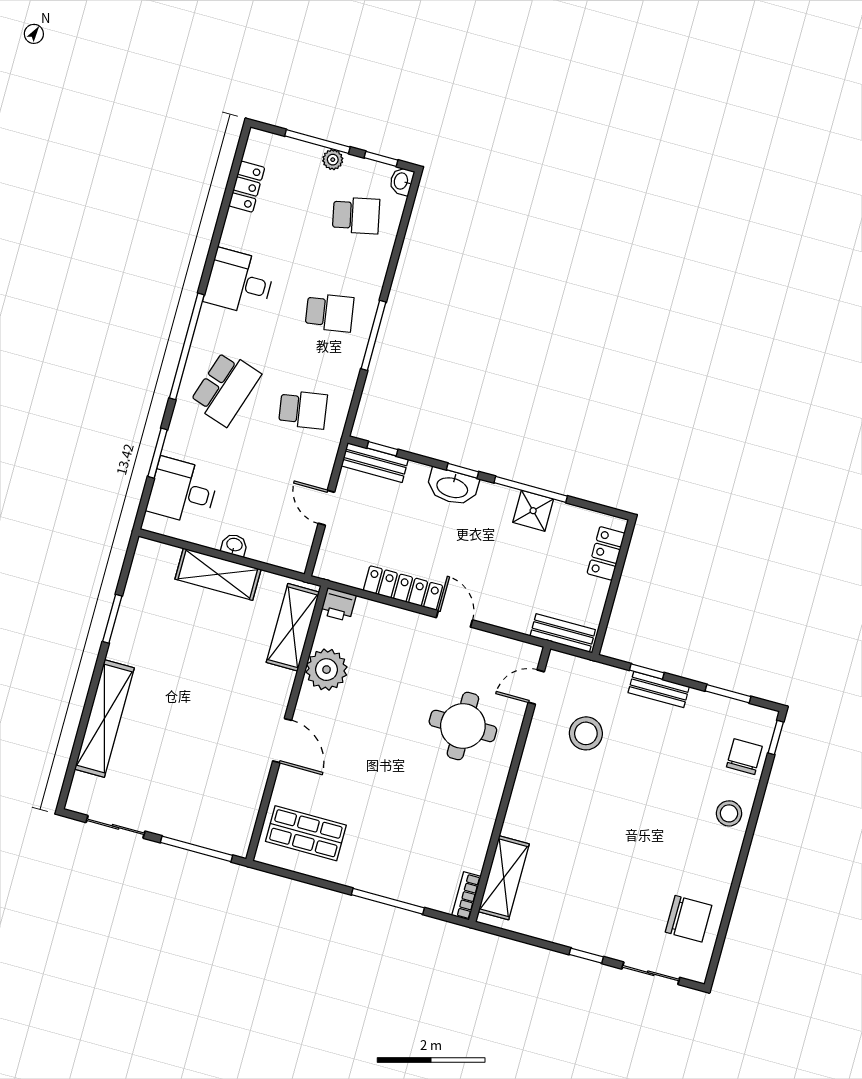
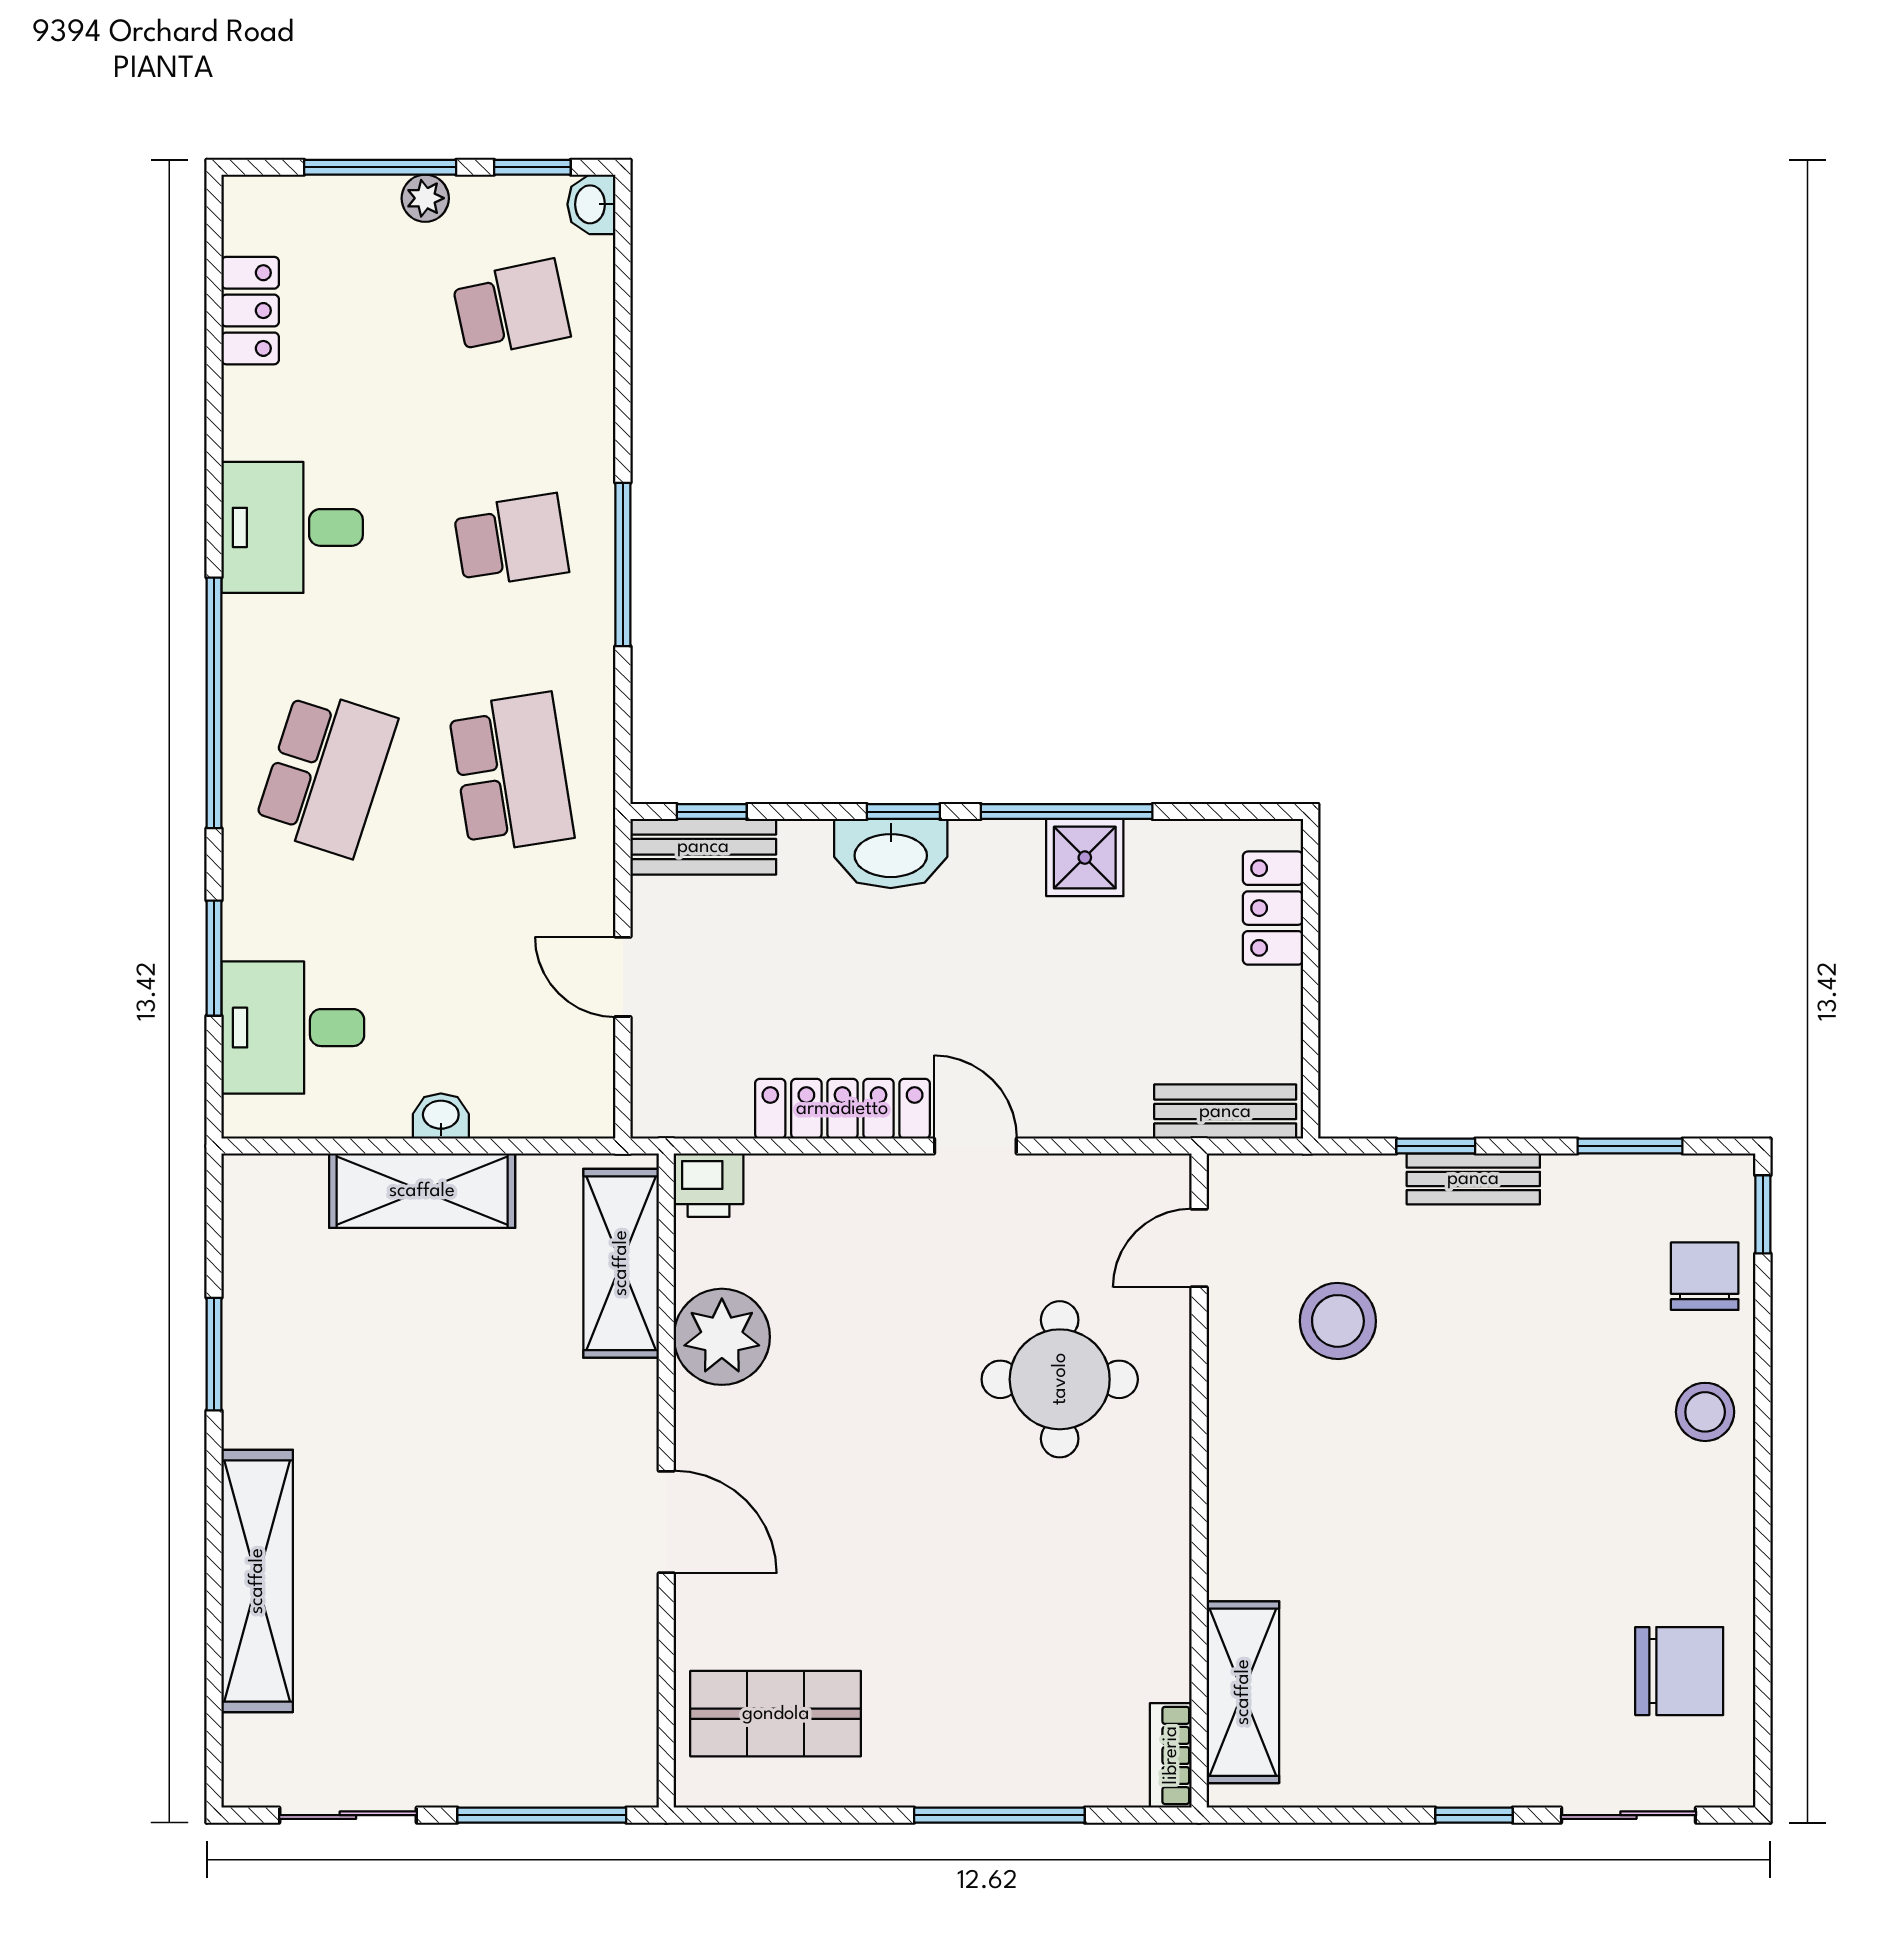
school desk: (303, 410) -> (511, 773), width x1.85

